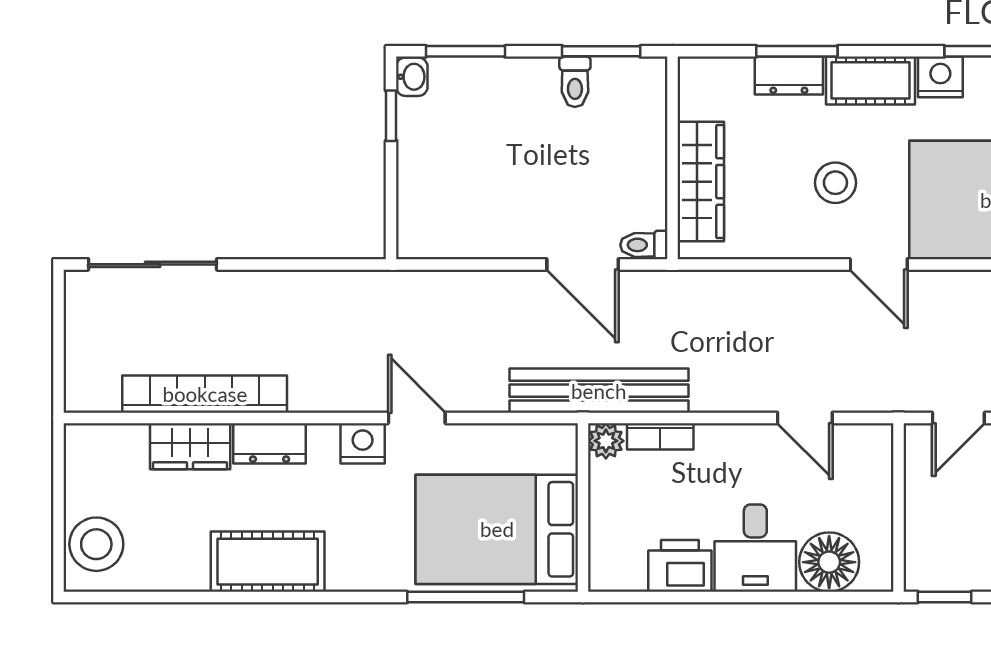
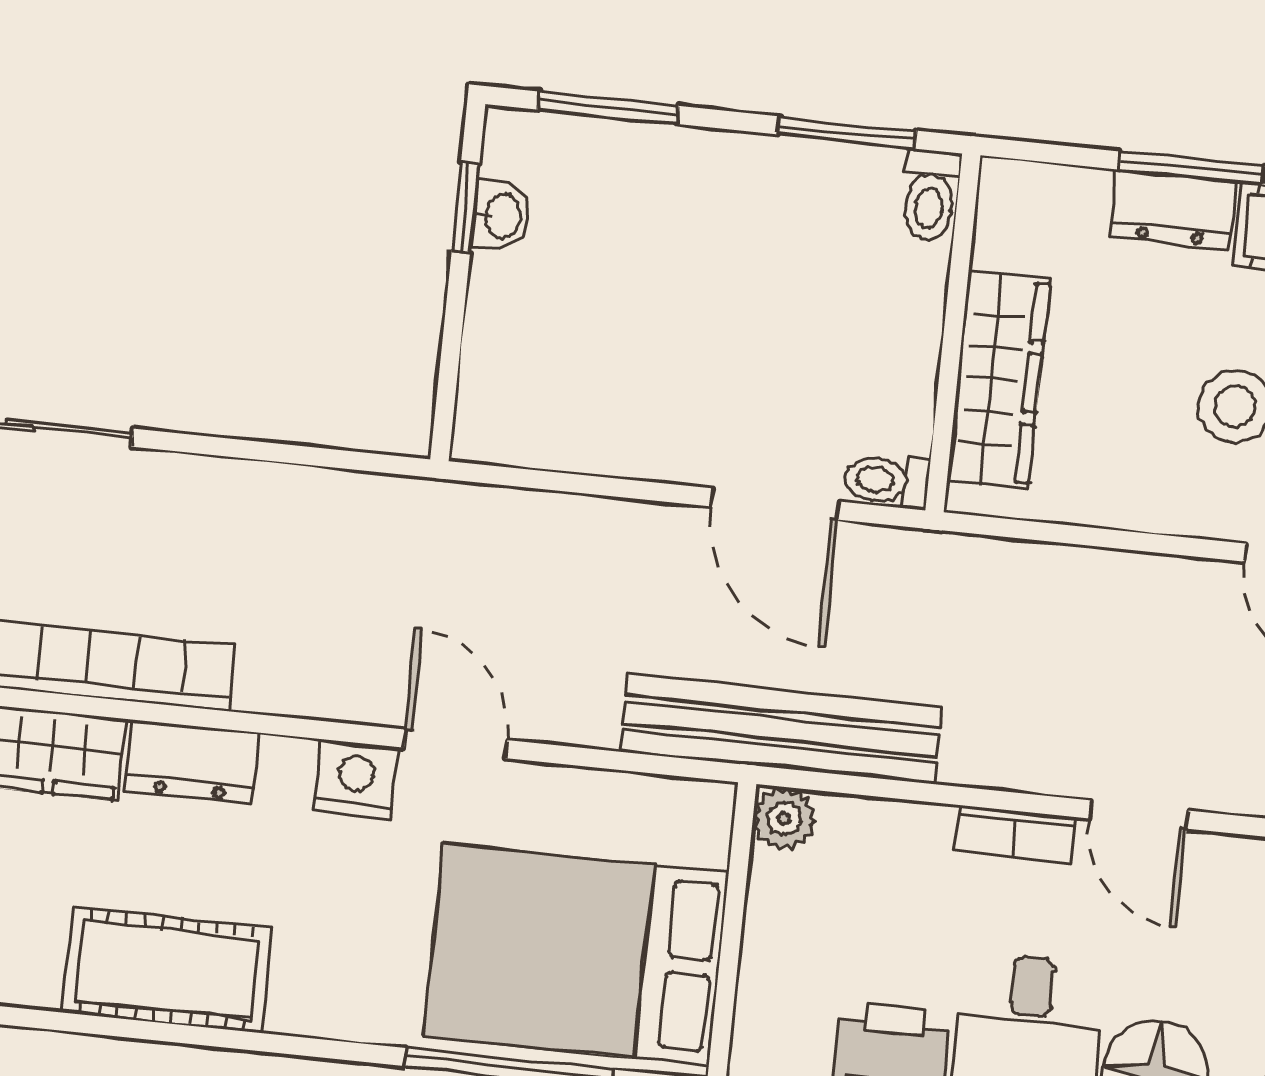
washbasin: (412, 77) -> (502, 216), moved
toilet: (575, 82) -> (930, 195), moved
bookcase: (660, 436) -> (1015, 834), moved

